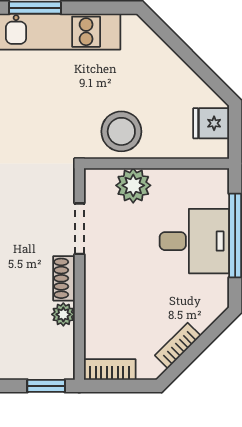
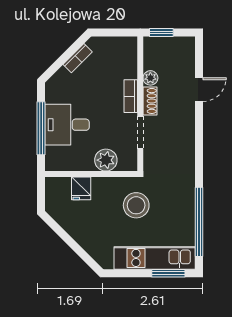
fridge: (211, 123) -> (81, 188), moved, turned 90
stool: (121, 131) -> (136, 205), moved
bookcase: (110, 369) -> (131, 96), moved, turned 90

